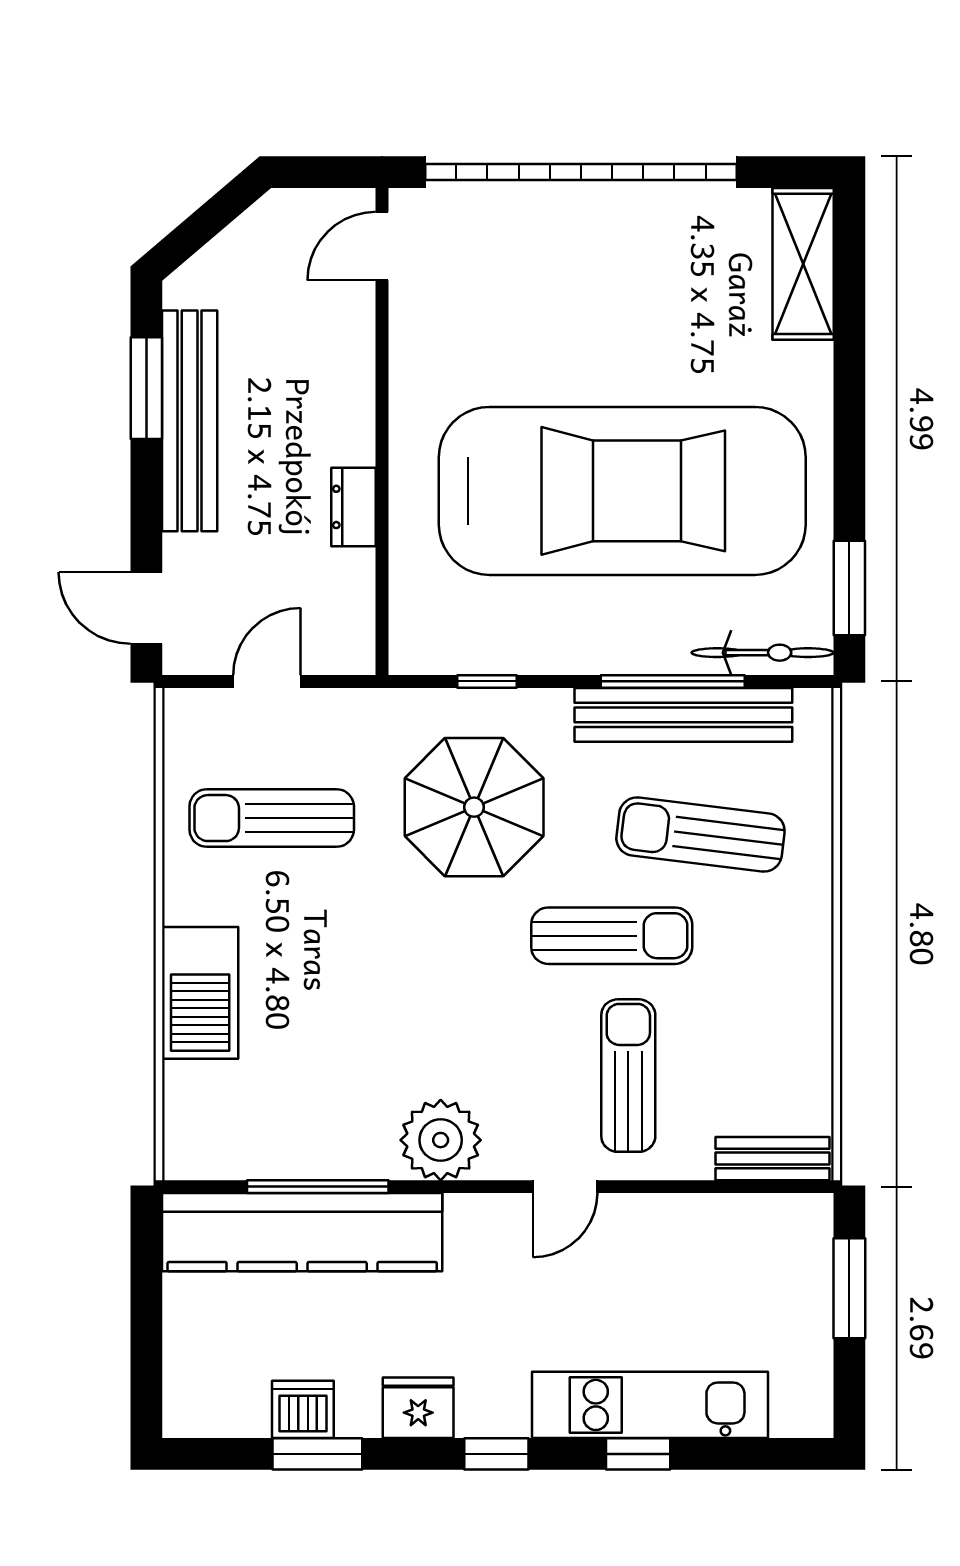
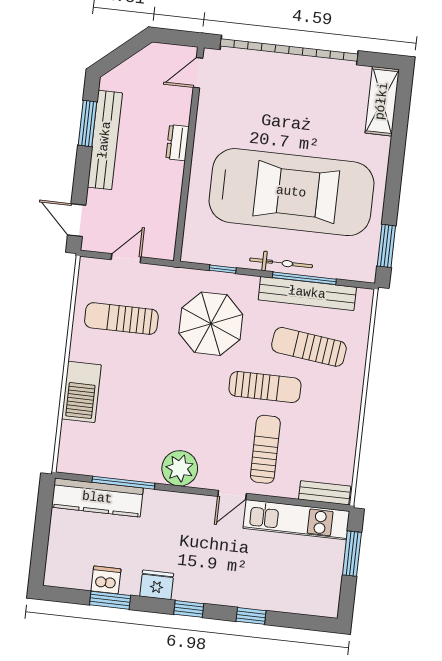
dresser: (354, 507) -> (178, 143), moved
bicycle: (763, 653) -> (281, 263), moved
kitchen counter: (302, 1232) -> (97, 498), width x0.72, depth x0.86
kitchen unit: (650, 1405) -> (296, 520), moved, turned 180

